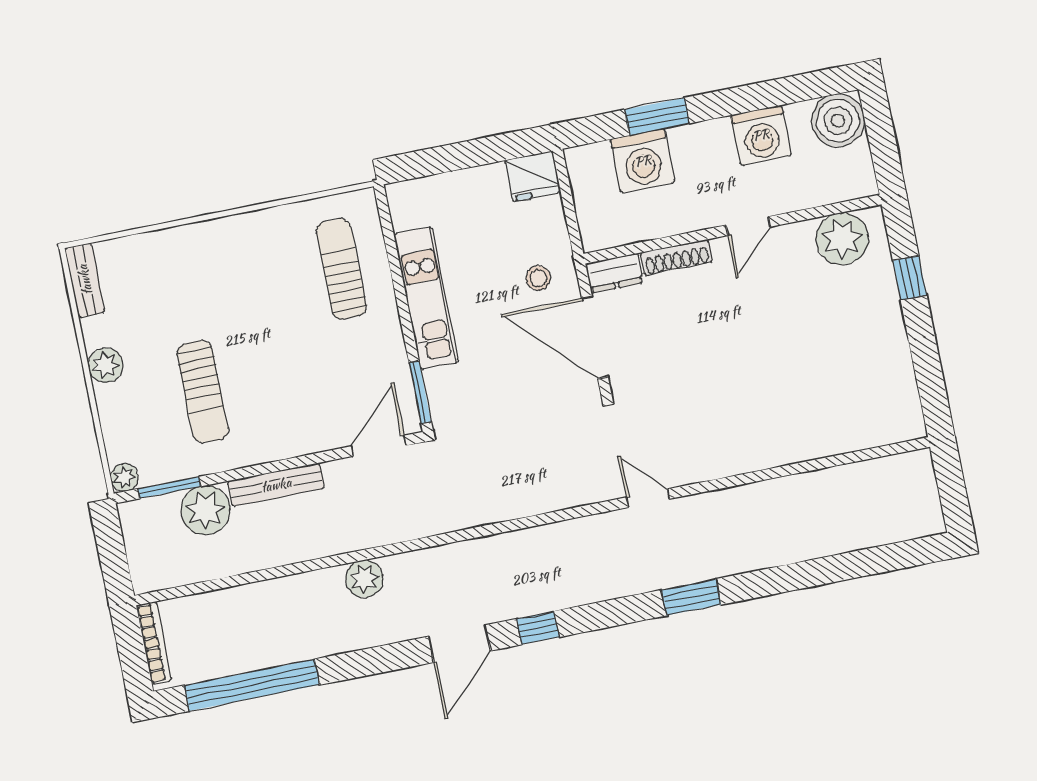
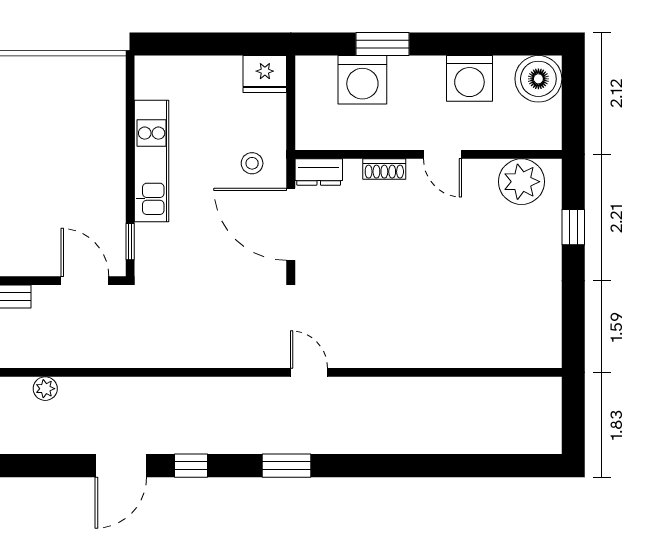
door: (748, 226) -> (442, 154), hinge flipped
shoe rack: (677, 257) -> (384, 169), width x0.70
sun lounger: (341, 269) -> (83, 121), removed
window: (420, 392) -> (130, 242), width x0.67
door: (379, 446) -> (85, 281), hinge flipped
plant: (364, 579) -> (45, 389), width x0.73, depth x0.73
window: (691, 597) -> (286, 466), moved

